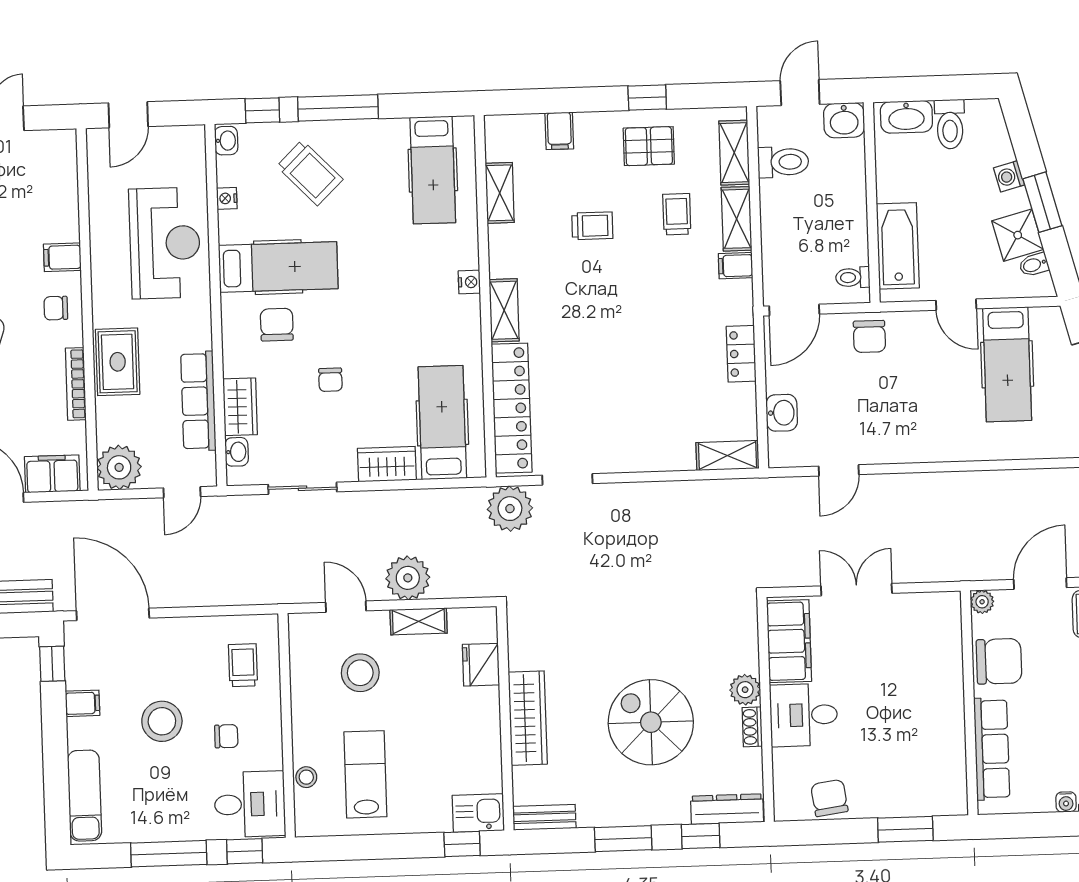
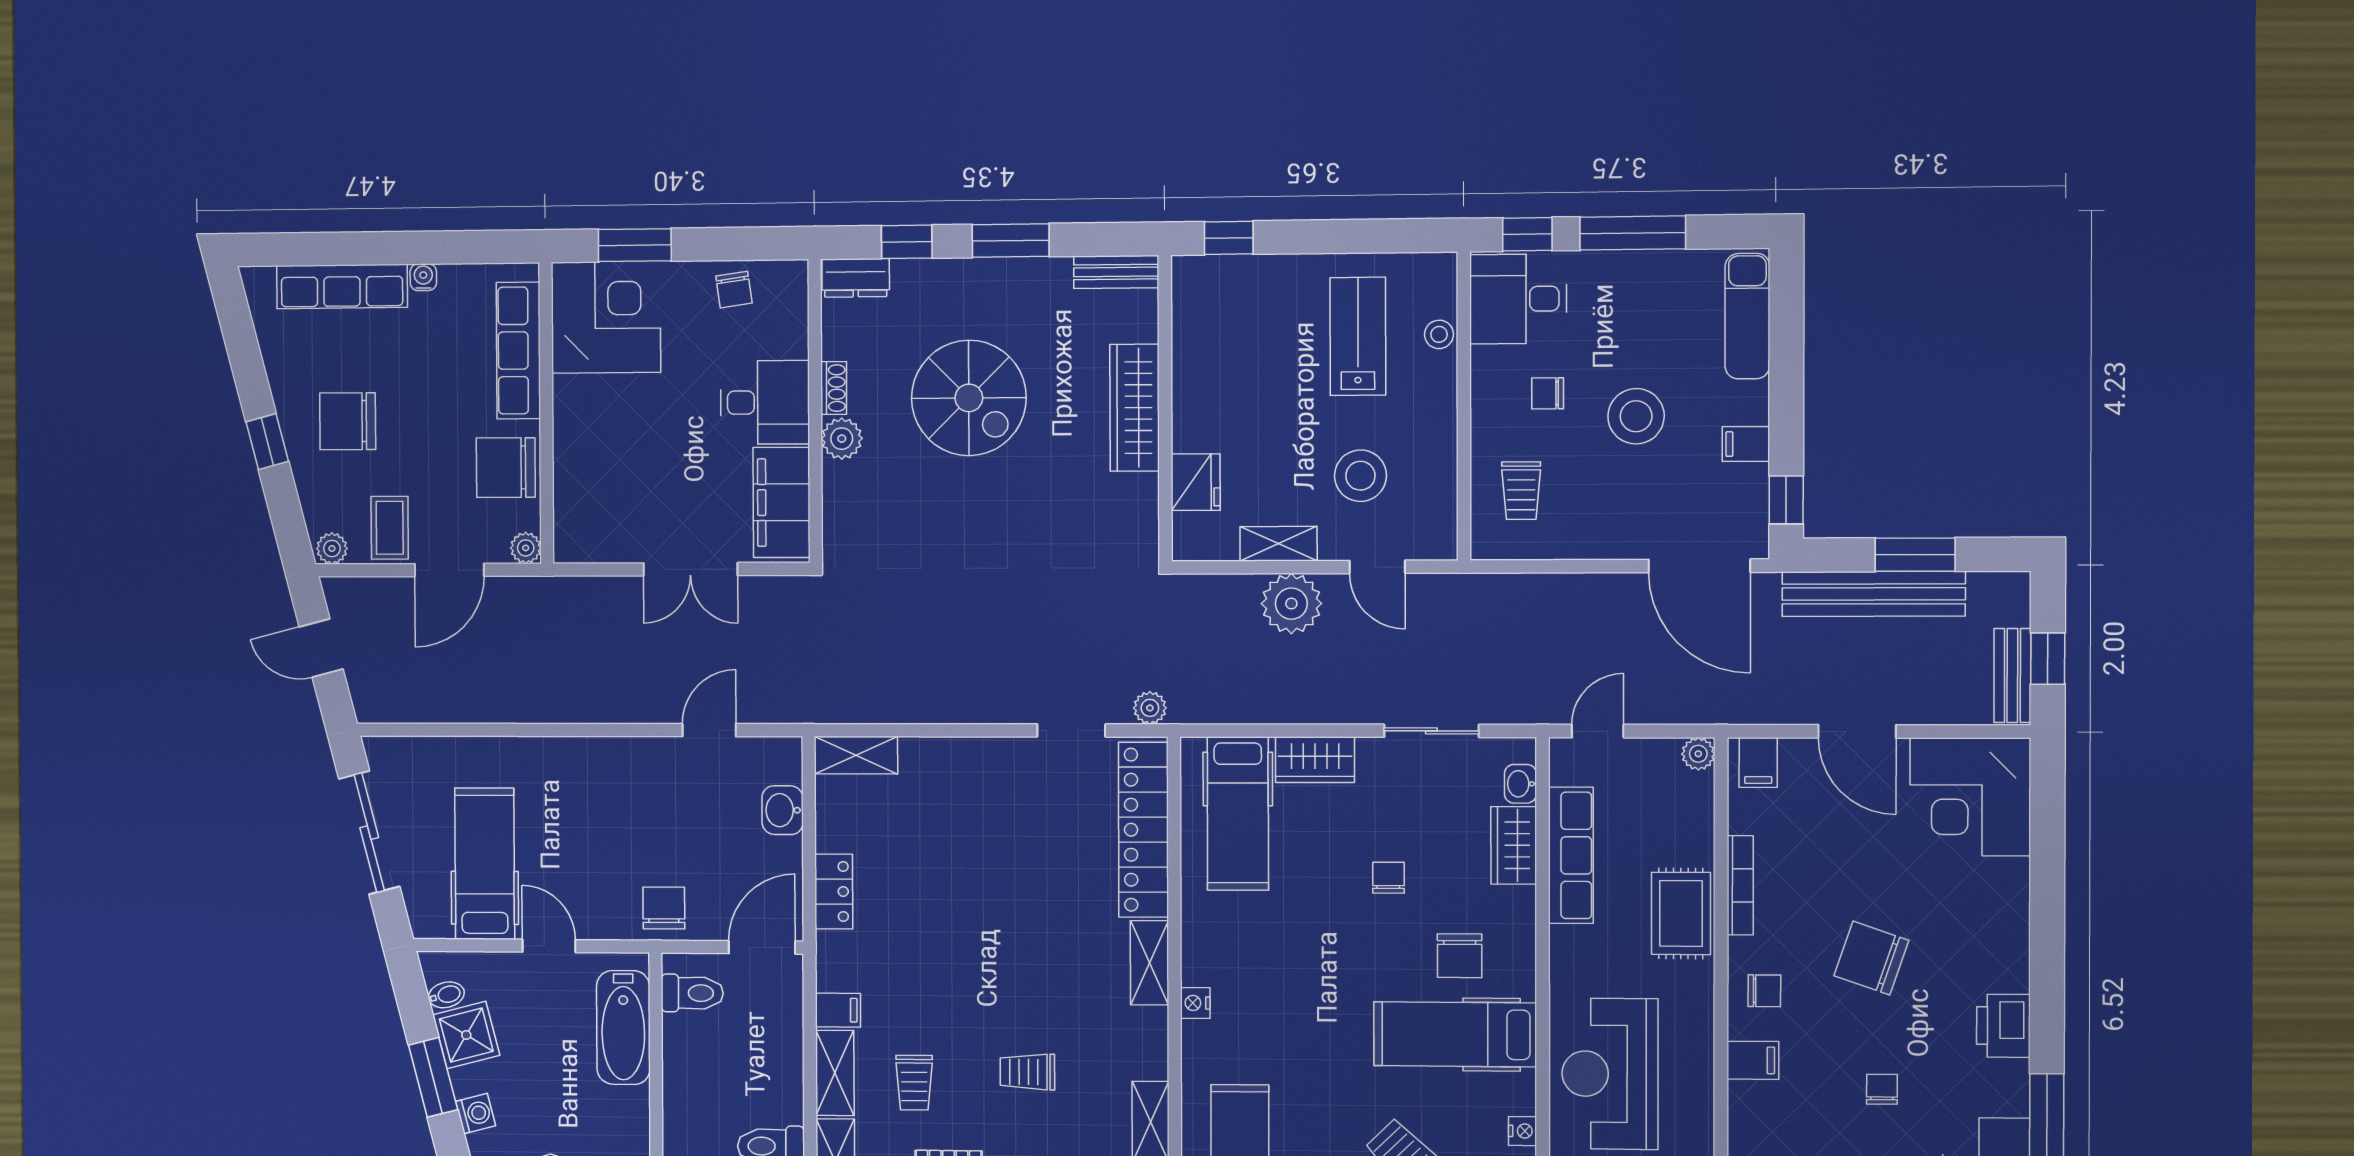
toilet: (853, 277) -> (692, 993), width x1.37, depth x1.39
plant: (119, 467) -> (1698, 754), width x0.53, depth x0.53
filing cabinet: (52, 474) -> (1758, 762), width x0.50
plant: (510, 509) -> (1150, 708), width x0.53, depth x0.53
lab bench: (365, 774) -> (1358, 336), turned 180
corner desk: (926, 775) -> (606, 317), added
chair: (829, 798) -> (734, 290), width x0.73, depth x0.73
dresser: (727, 809) -> (856, 278), width x0.70
kitchen sink: (478, 813) -> (1205, 280), removed

